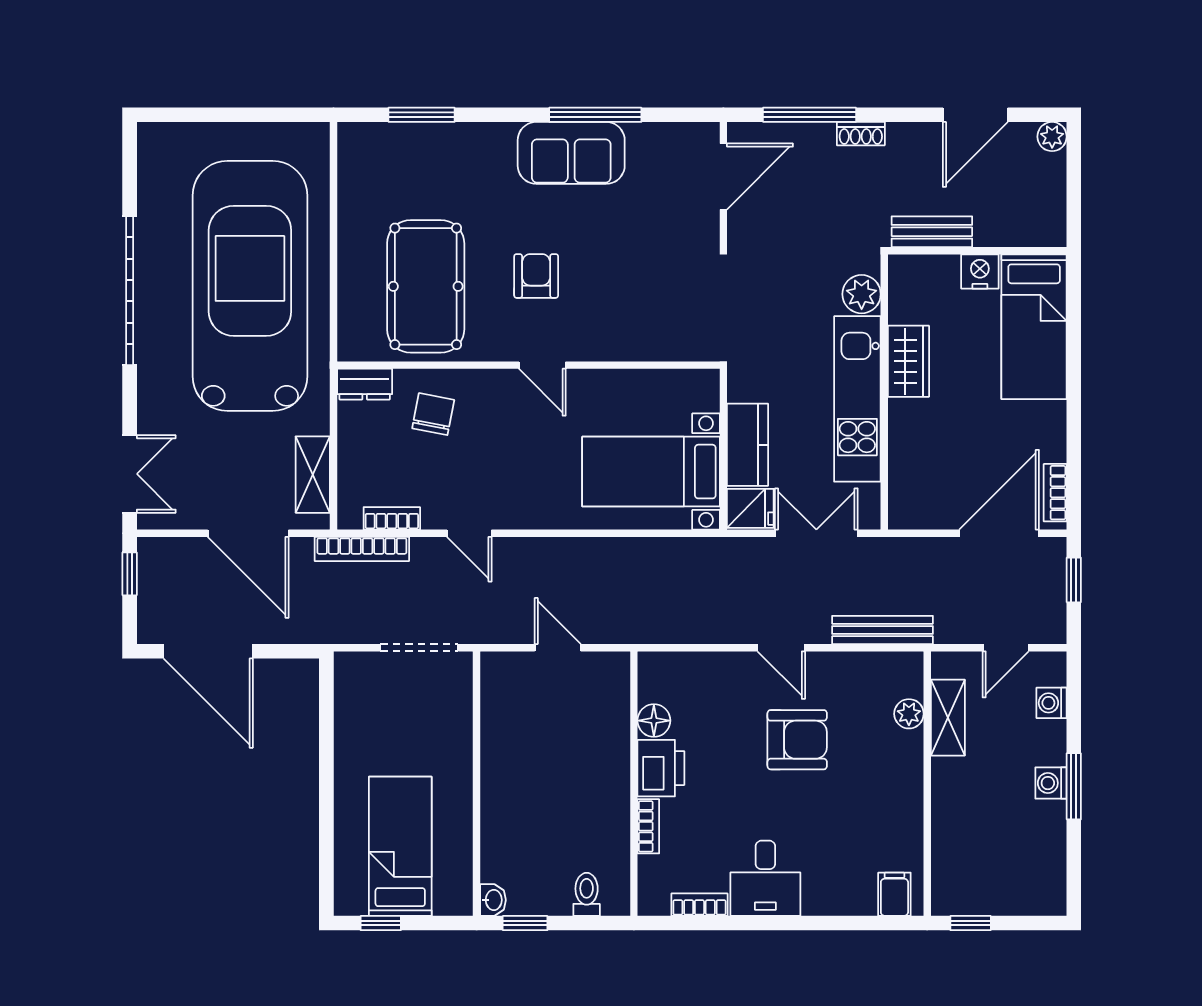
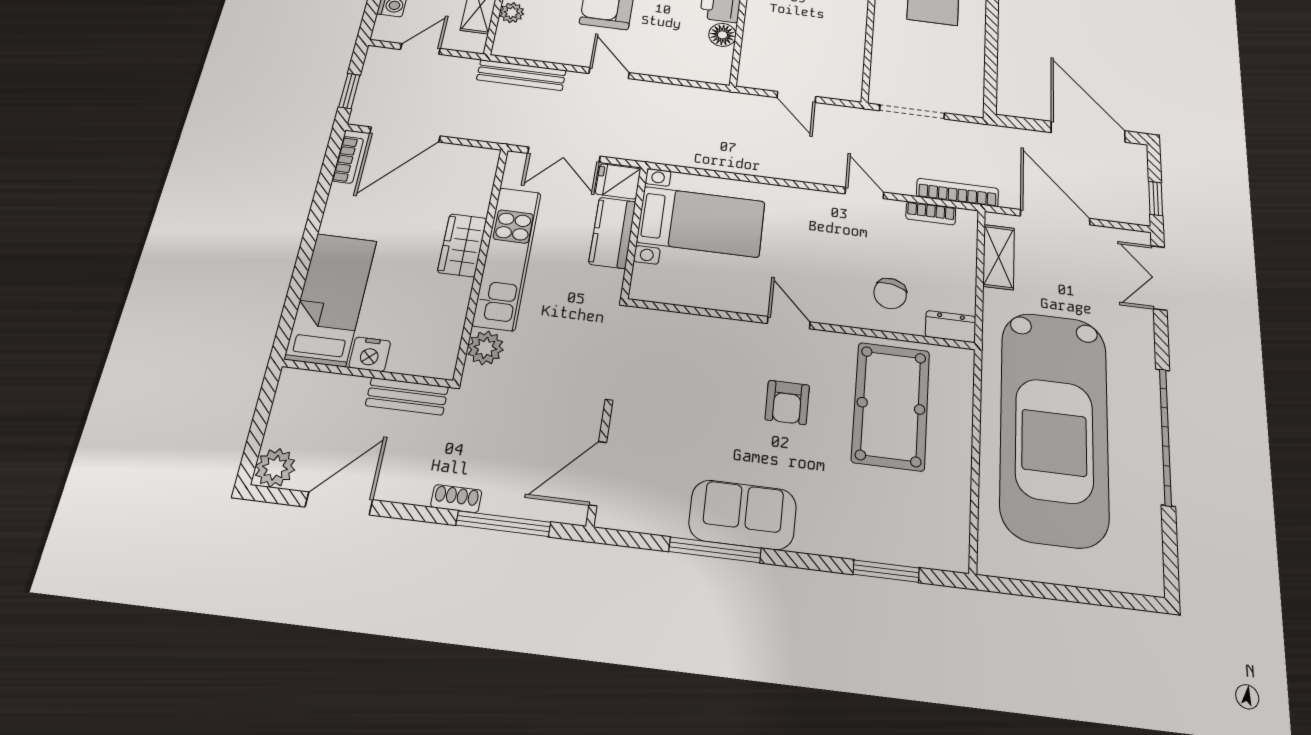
plant: (1052, 137) -> (275, 468), width x1.38, depth x1.38
wardrobe: (908, 361) -> (462, 245), moved

